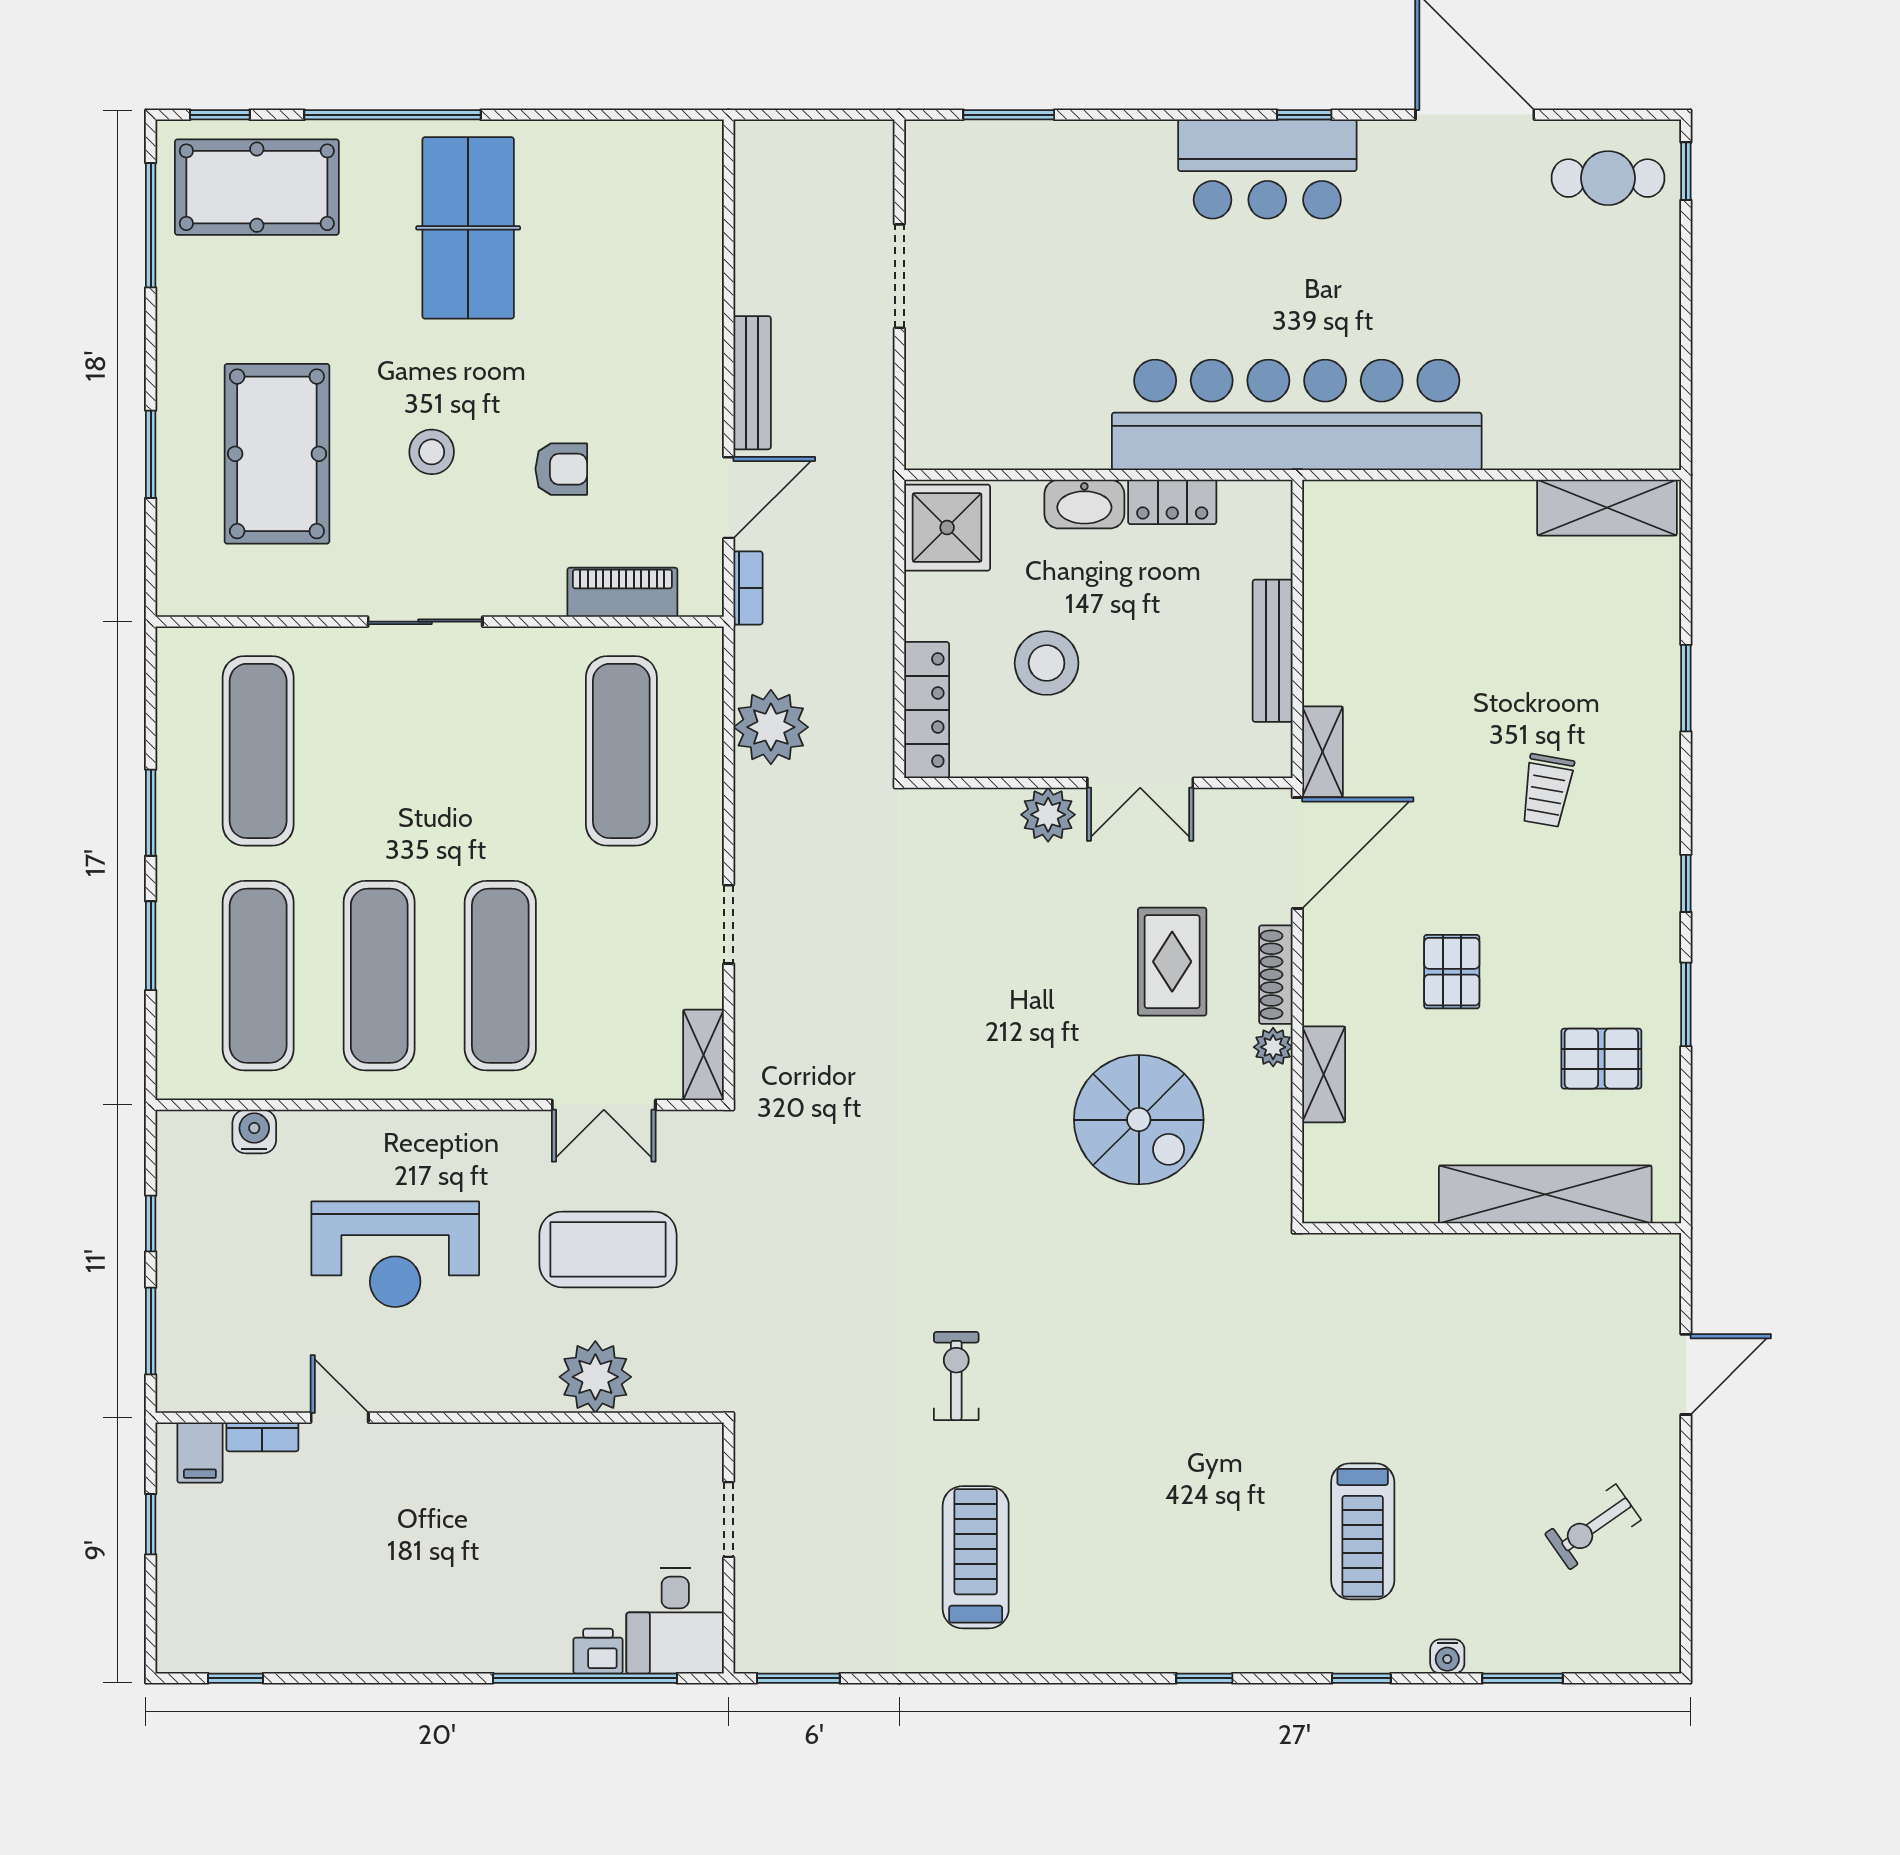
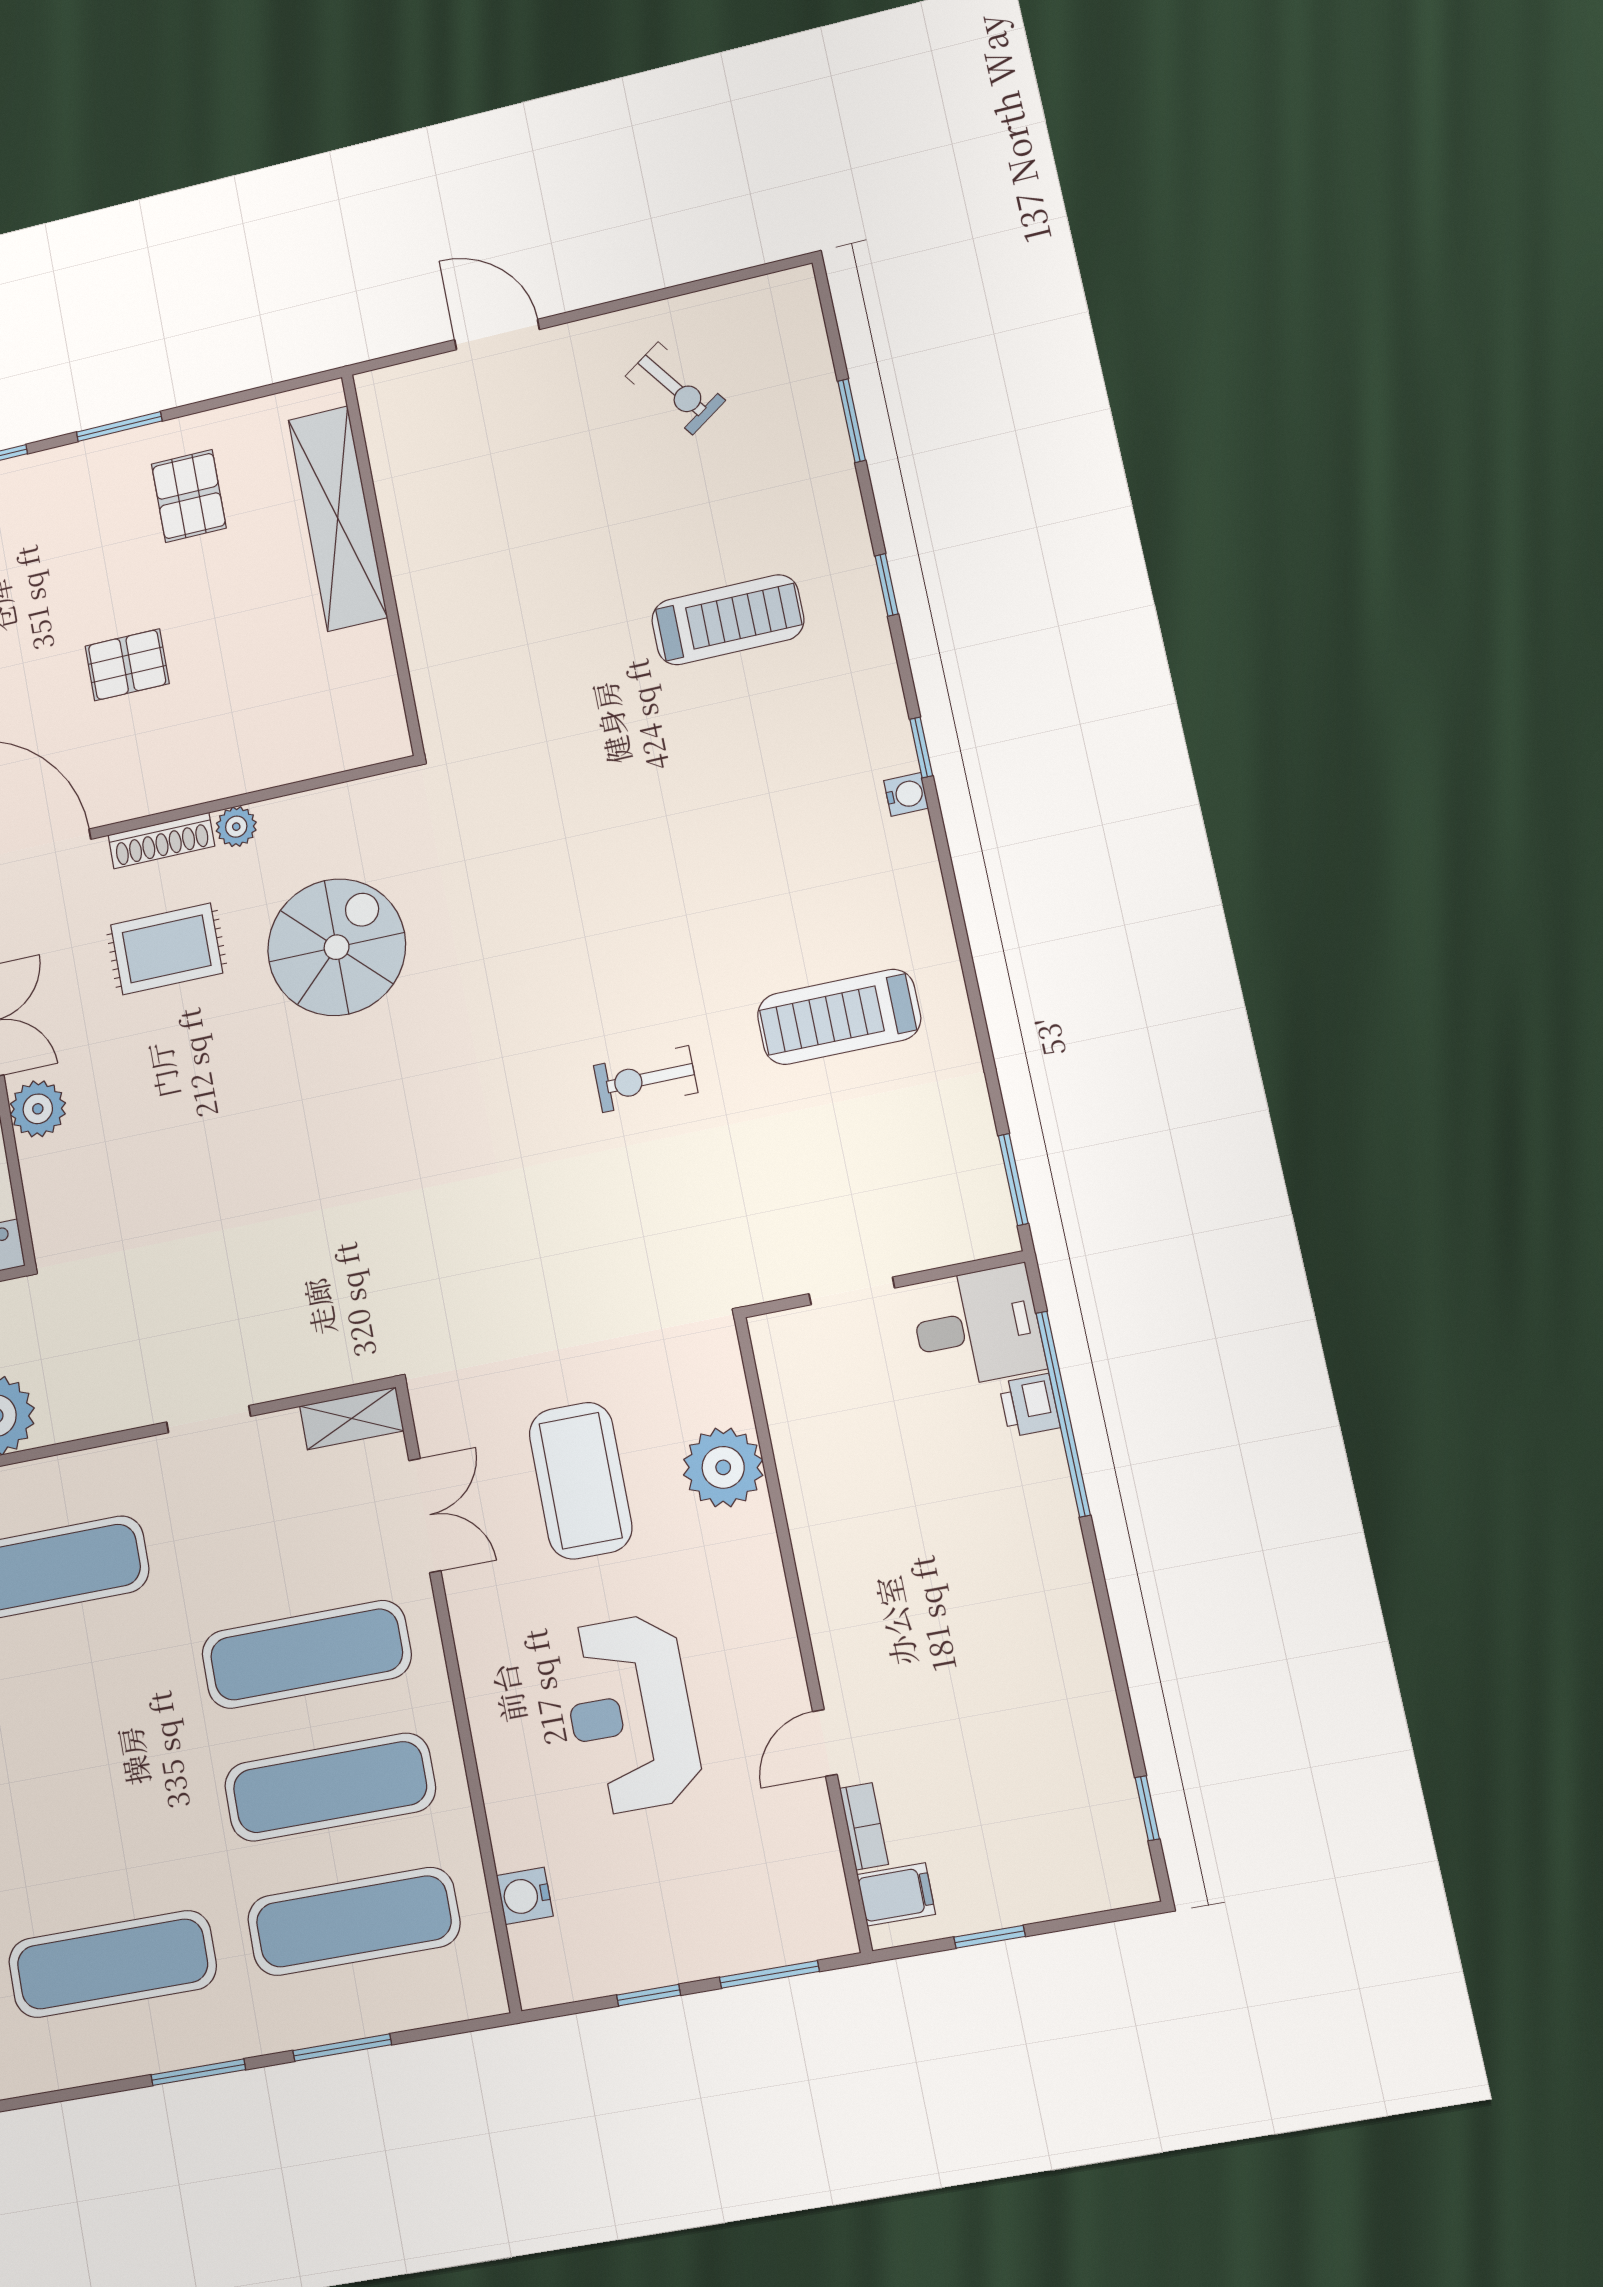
shelving: (1324, 1074) -> (255, 769), removed
reception desk: (395, 1254) -> (630, 1714), turned 180
water cooler: (1447, 1656) -> (906, 794), moved

